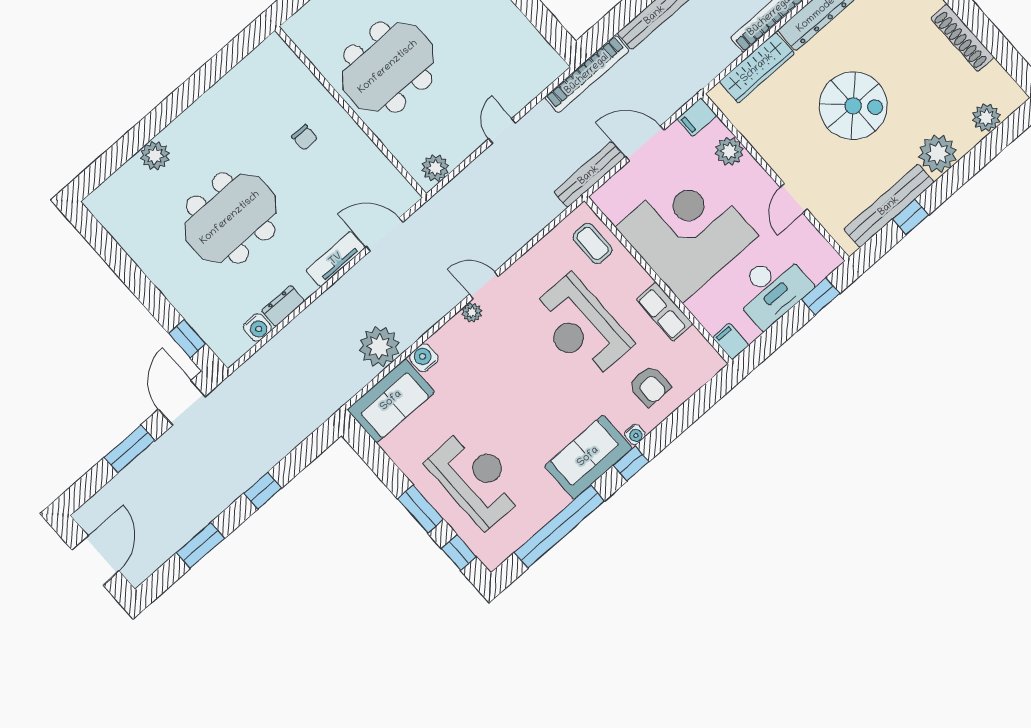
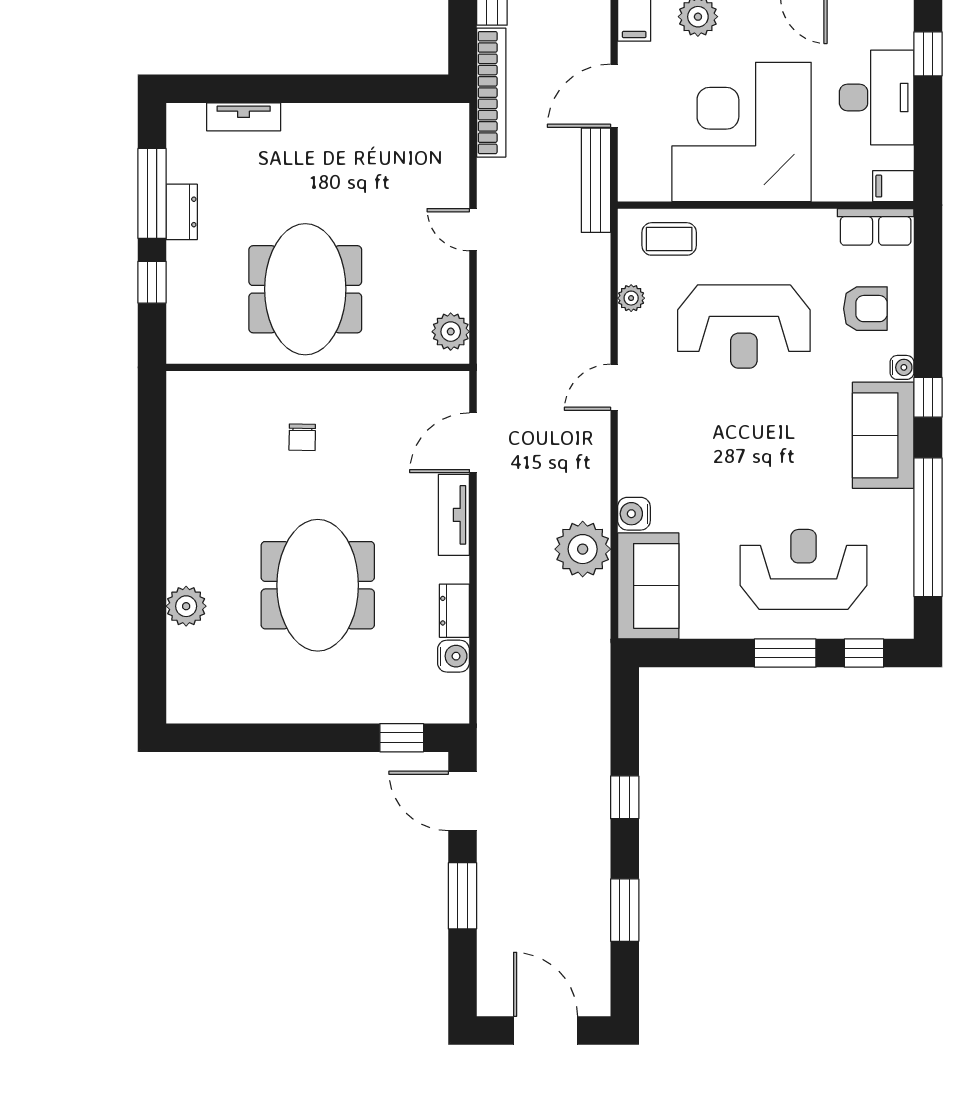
chair: (305, 137) -> (302, 437), turned 91
row of seats: (664, 312) -> (876, 227), moved
plant: (472, 313) -> (631, 298), moved

